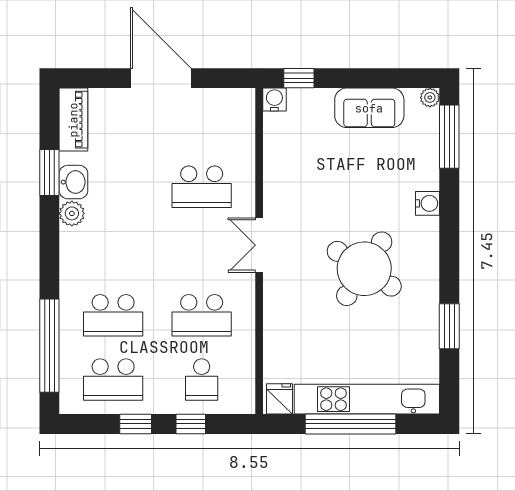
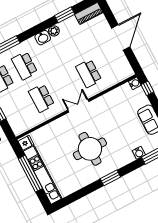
washbasin: (73, 182) -> (43, 38), moved
water cooler: (428, 203) -> (139, 153), moved
round table: (364, 269) -> (90, 149), turned -33
window: (449, 326) -> (110, 178), moved
school desk: (202, 380) -> (18, 111), removed

